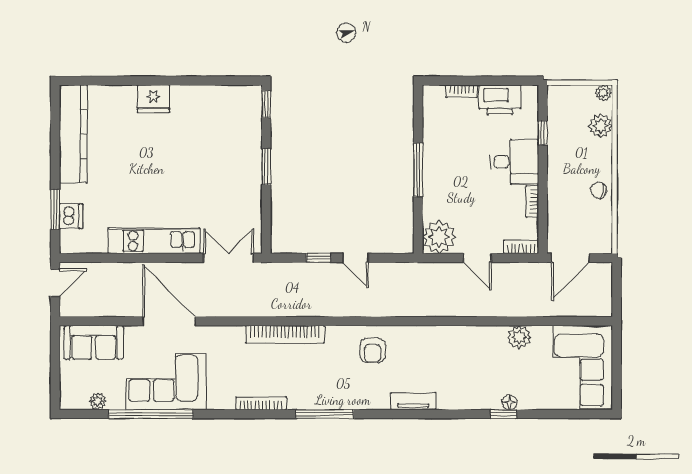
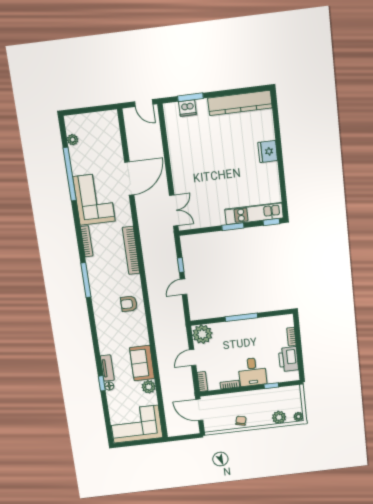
kitchen unit: (154, 241) -> (254, 214), moved, turned -90
sofa: (94, 342) -> (142, 363), moved
corner sofa: (166, 382) -> (94, 199), moved
tv unit: (413, 401) -> (107, 368), moved

